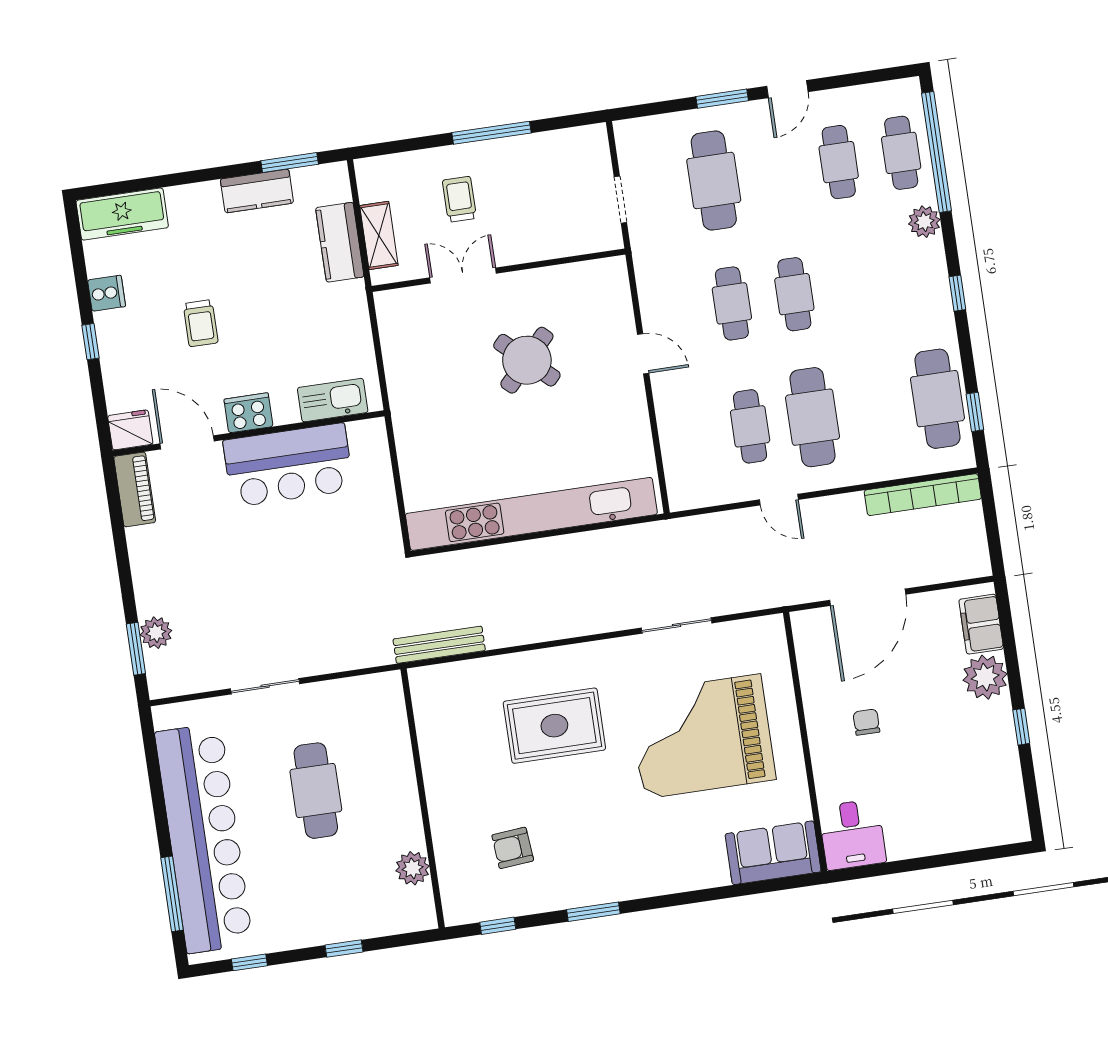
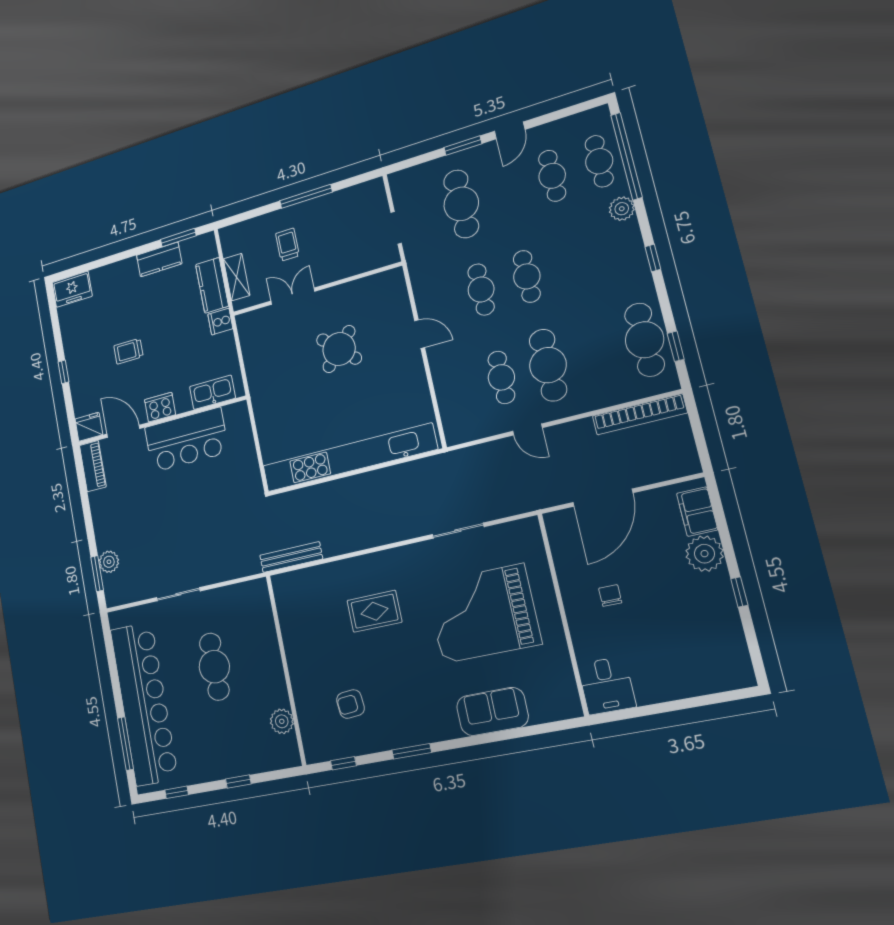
freezer: (122, 214) -> (72, 289), width x0.71
cooker: (107, 293) -> (220, 322), moved, turned 180
trolley: (201, 323) -> (128, 351), turned 90
rug: (554, 726) -> (374, 611), width x0.73, depth x0.70
sofa: (773, 853) -> (492, 712), moved

